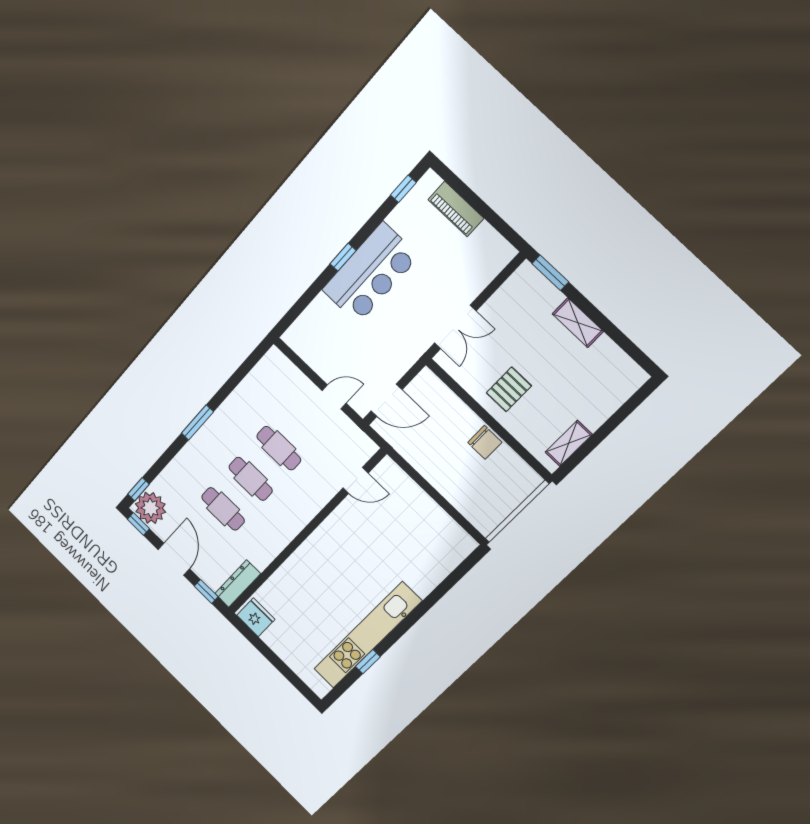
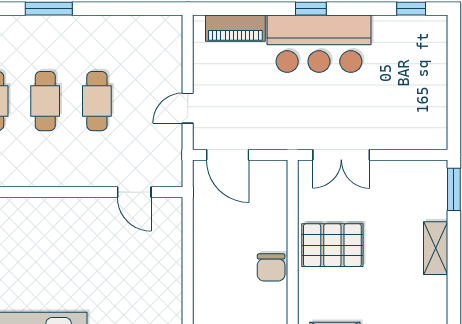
piano: (456, 209) -> (235, 28), moved, turned -90
pallet: (509, 389) -> (332, 245), width x1.50, depth x1.42
door: (334, 397) -> (188, 108), swing flipped

